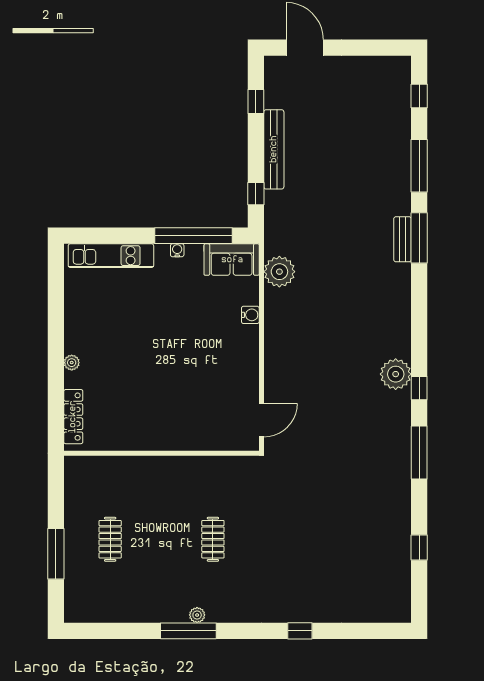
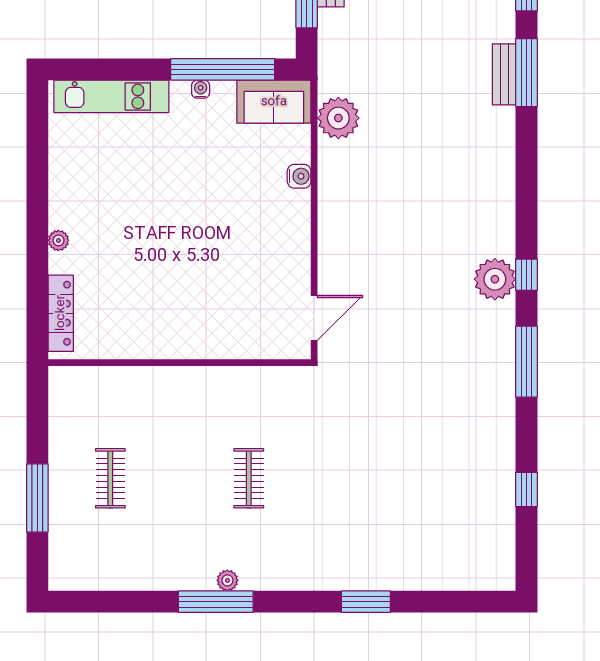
plant: (396, 374) -> (495, 279), moved
window: (300, 631) -> (366, 602), width x1.50

